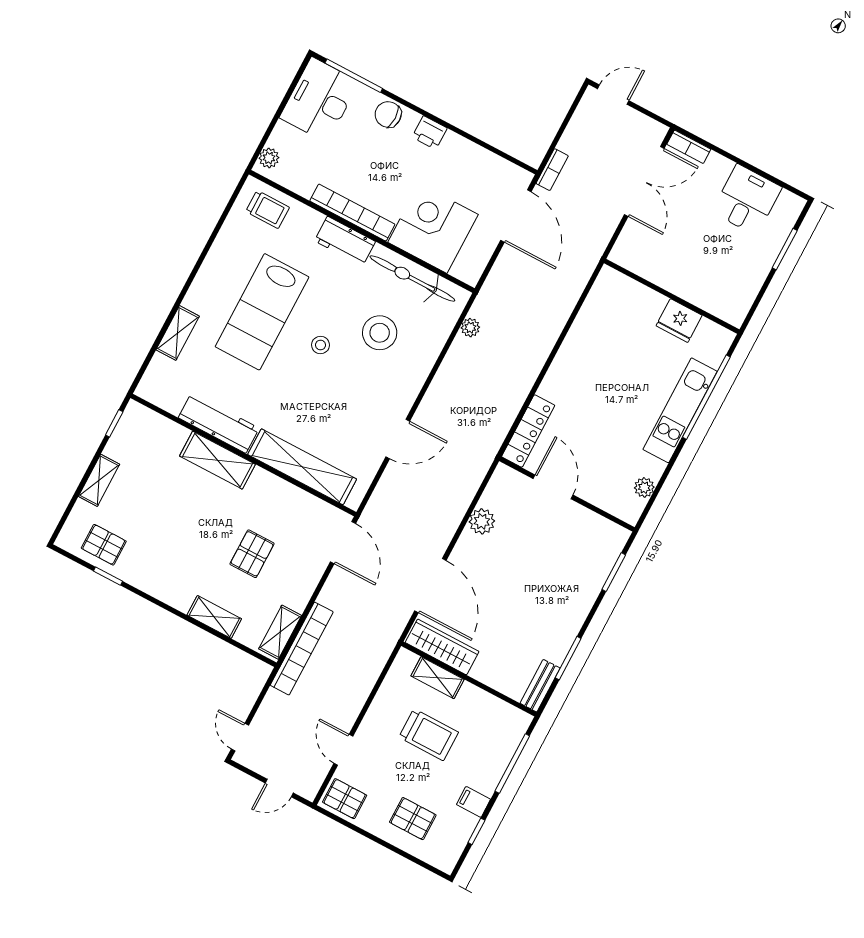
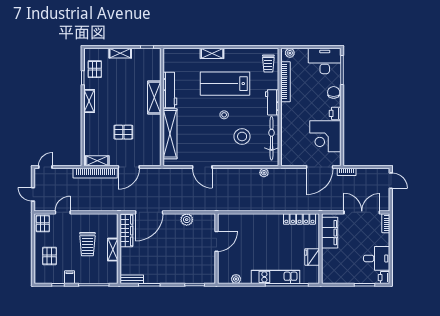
double door: (644, 181) -> (362, 212), swing flipped
printer: (790, 205) -> (384, 278), added
bookcase: (352, 213) -> (286, 82), moved
corner desk: (433, 228) -> (325, 136), moved, turned 180
filing cabinet: (650, 263) -> (330, 233), added
shelving: (178, 333) -> (212, 53), moved
locker: (528, 431) -> (299, 219), moved
door: (343, 543) -> (129, 167), moved
shelving: (214, 617) -> (89, 101), moved
shelving: (438, 678) -> (113, 250), moved

